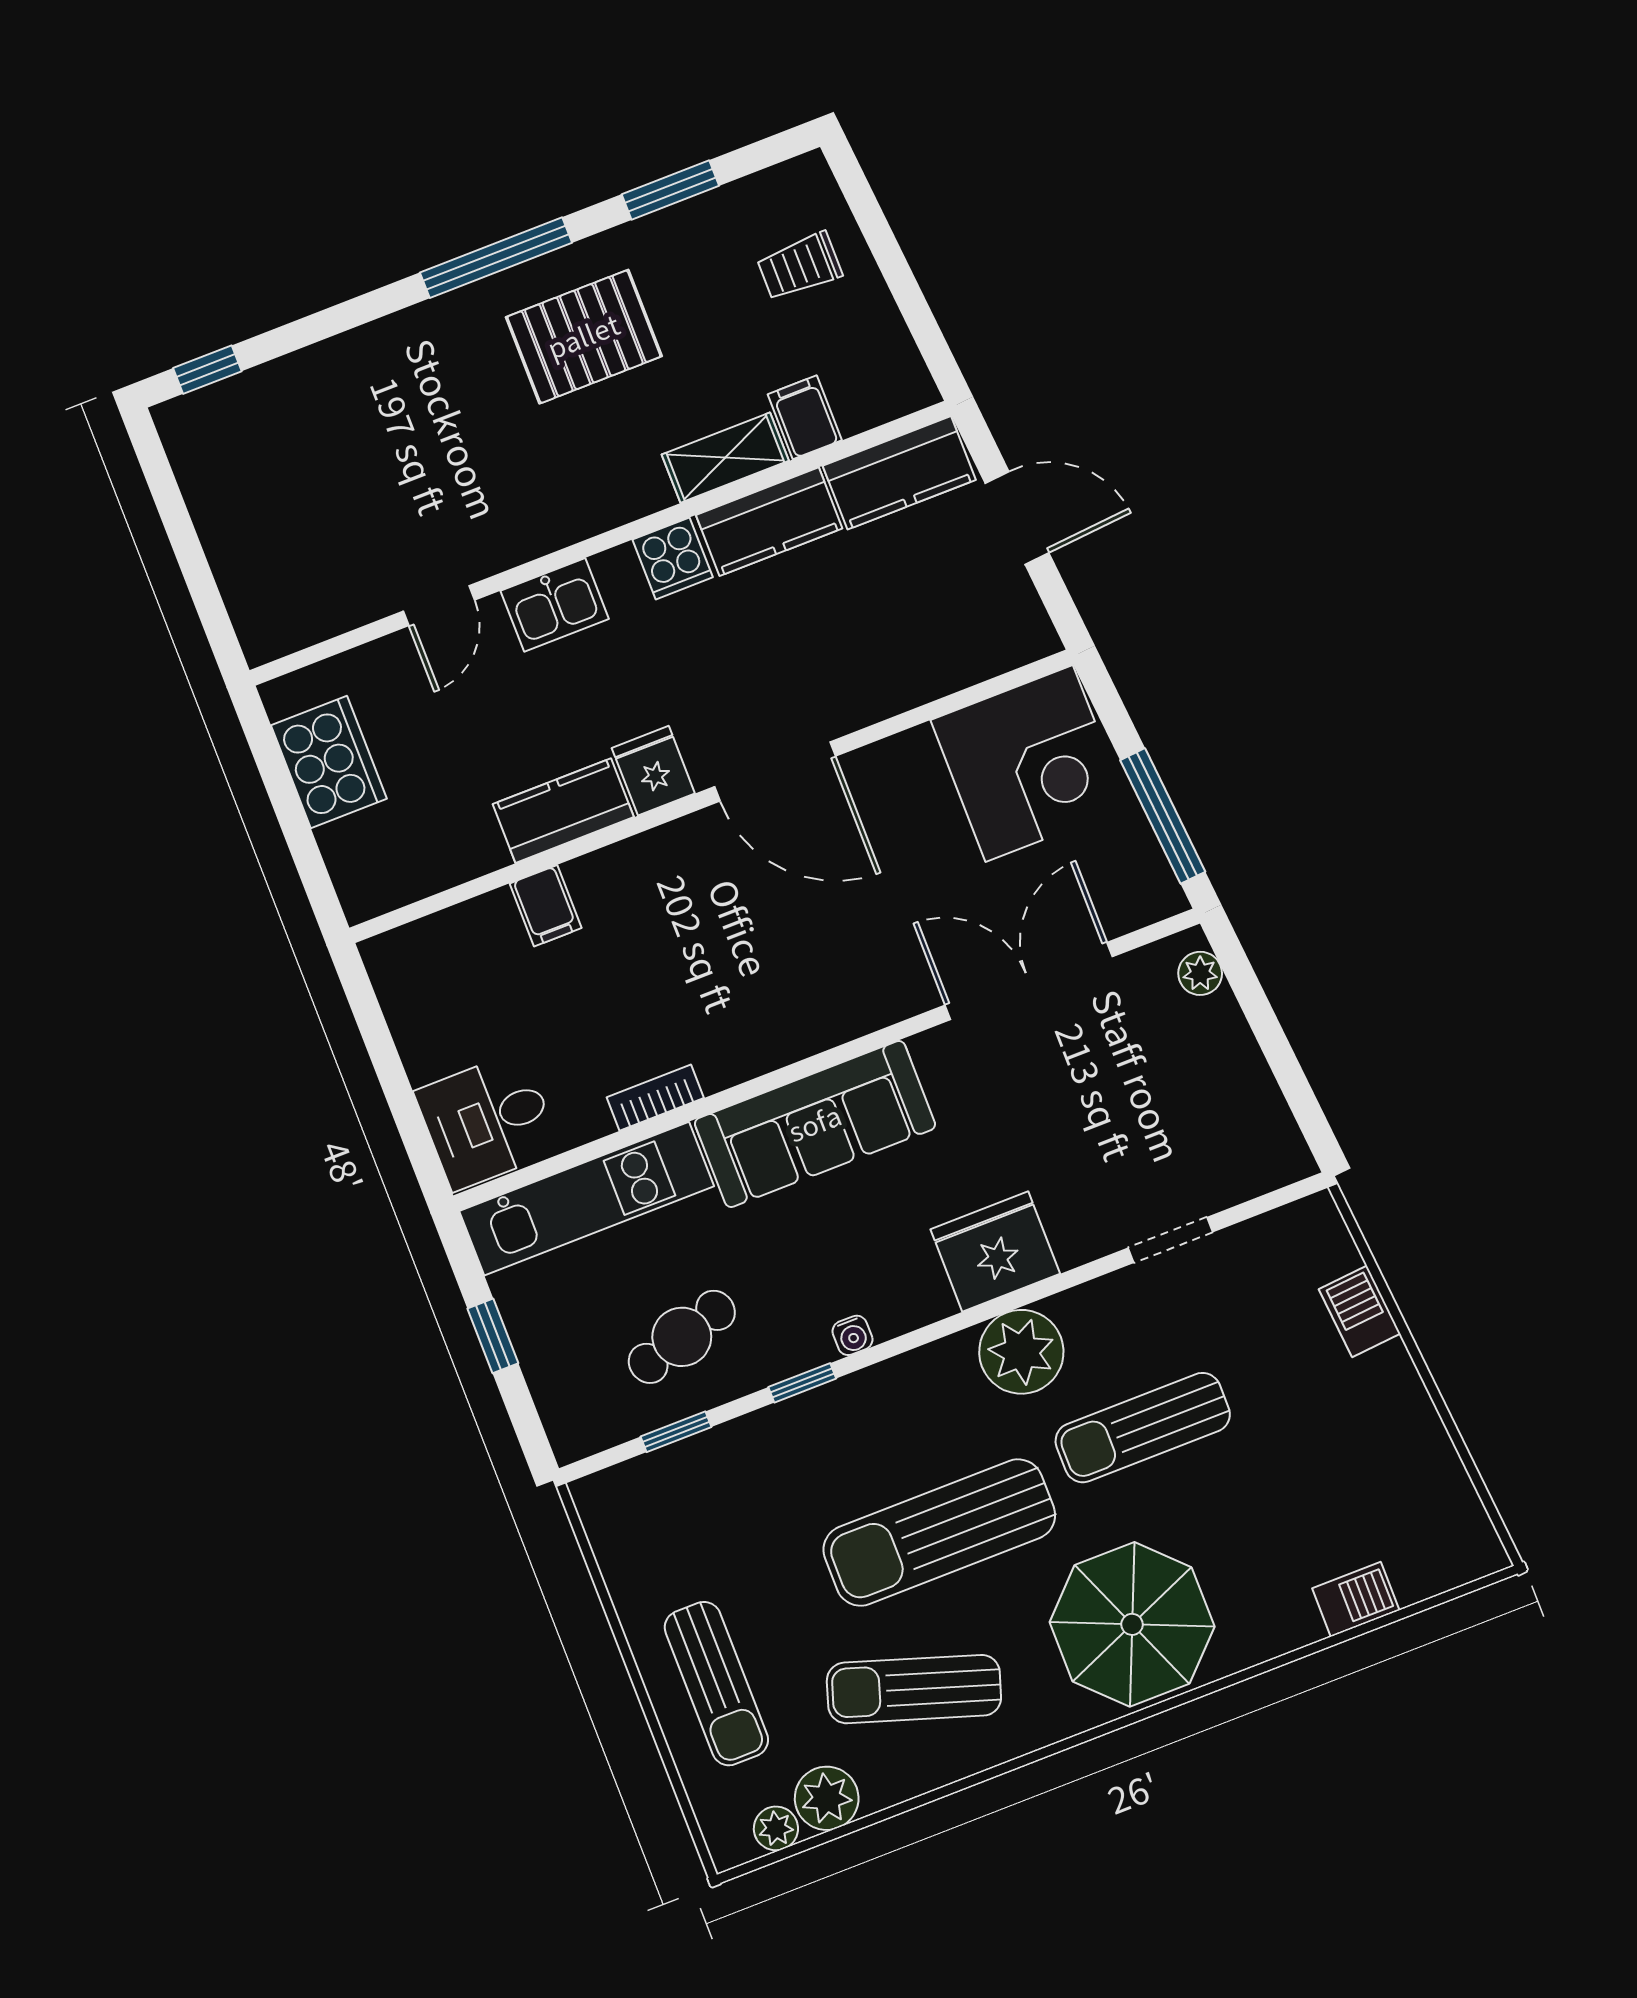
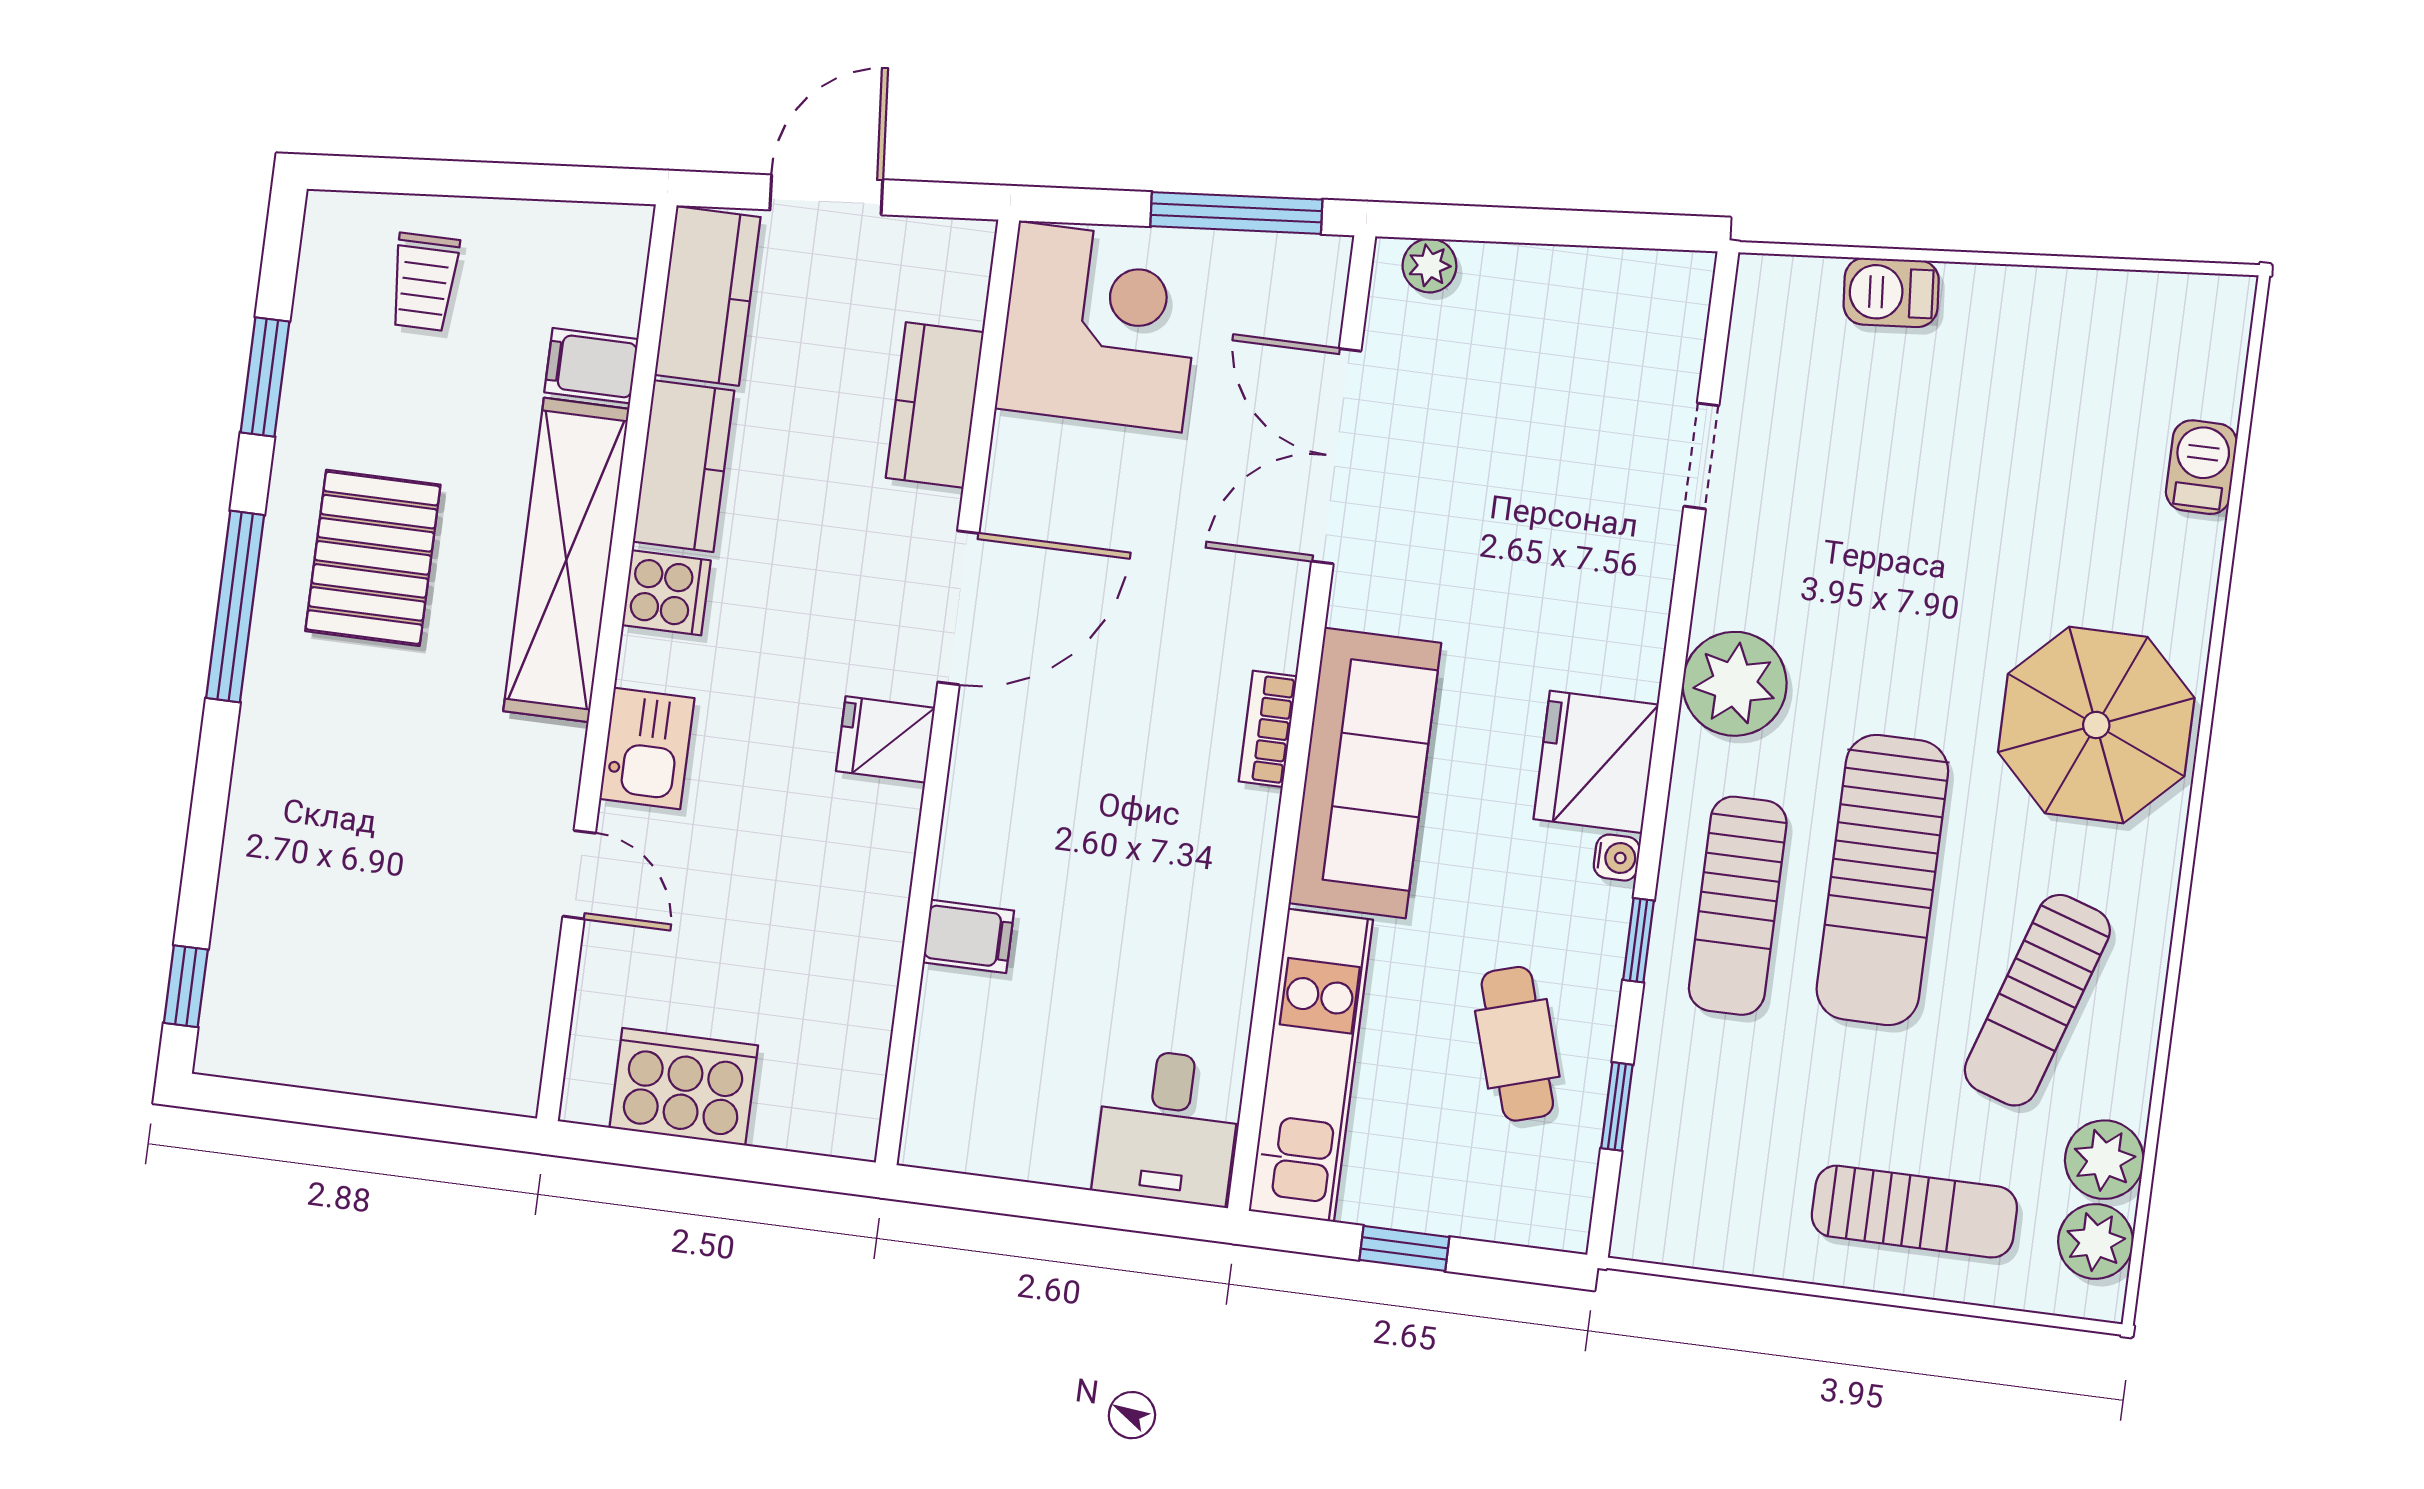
shelving: (725, 458) -> (566, 560), width x2.20, depth x1.33
kitchen counter: (563, 811) -> (935, 405), moved
bookcase: (655, 1098) -> (1268, 729), moved
fridge: (995, 1251) -> (1596, 762), moved
sun lounger: (1143, 1428) -> (1738, 906), moved
plant: (776, 1828) -> (2096, 1241), width x1.38, depth x1.38

